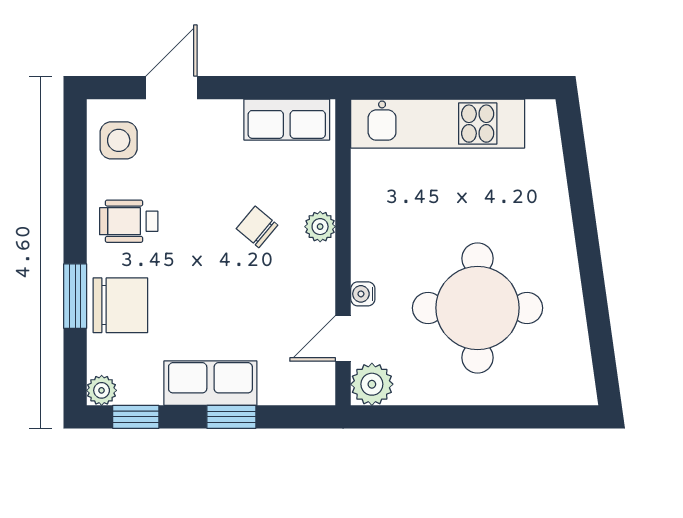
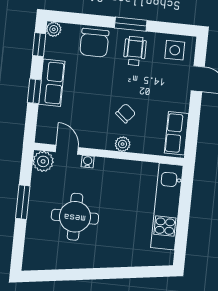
window: (75, 296) -> (131, 24), moved
round table: (478, 308) -> (75, 217), width x0.73, depth x0.73
window: (459, 417) -> (23, 202), added

